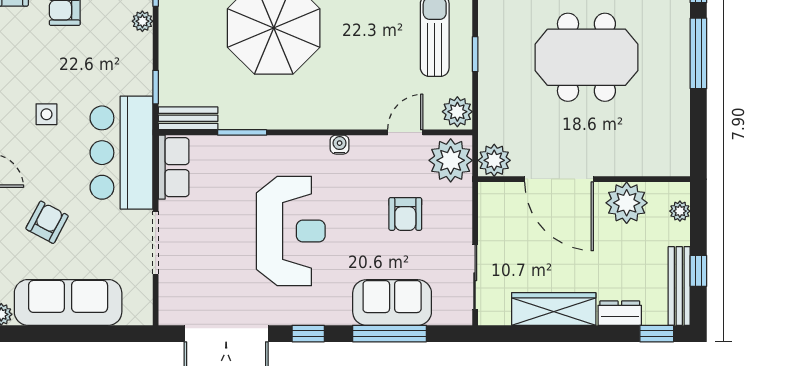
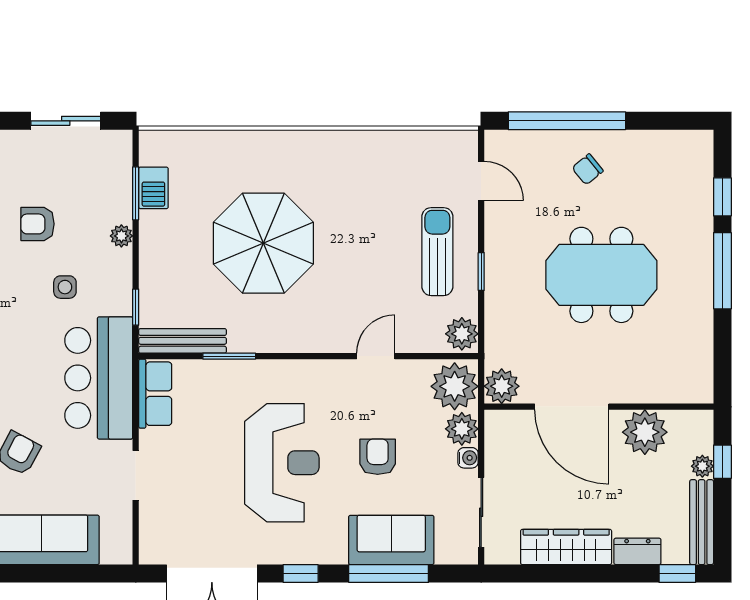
side table: (46, 114) -> (65, 287), moved
bench: (188, 118) -> (183, 341), width x1.36
door: (405, 132) -> (376, 356), moved
water cooler: (340, 145) -> (468, 458), moved, turned 90
plant: (457, 200) -> (462, 429), added
plant: (680, 211) -> (702, 466), moved
armchair: (405, 214) -> (378, 457), moved, turned 180
doorway: (156, 243) -> (136, 475), width x0.73
window: (698, 271) -> (722, 462), moved

